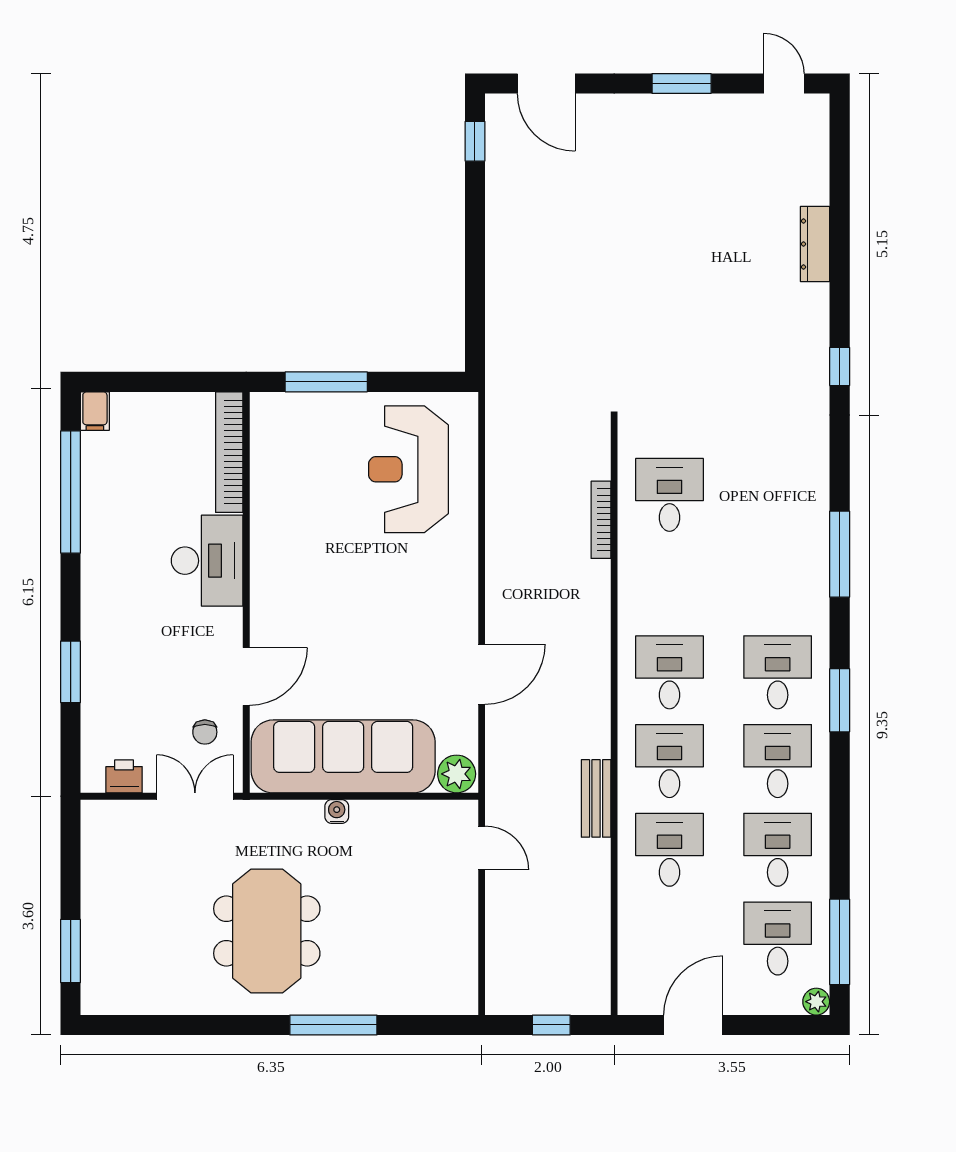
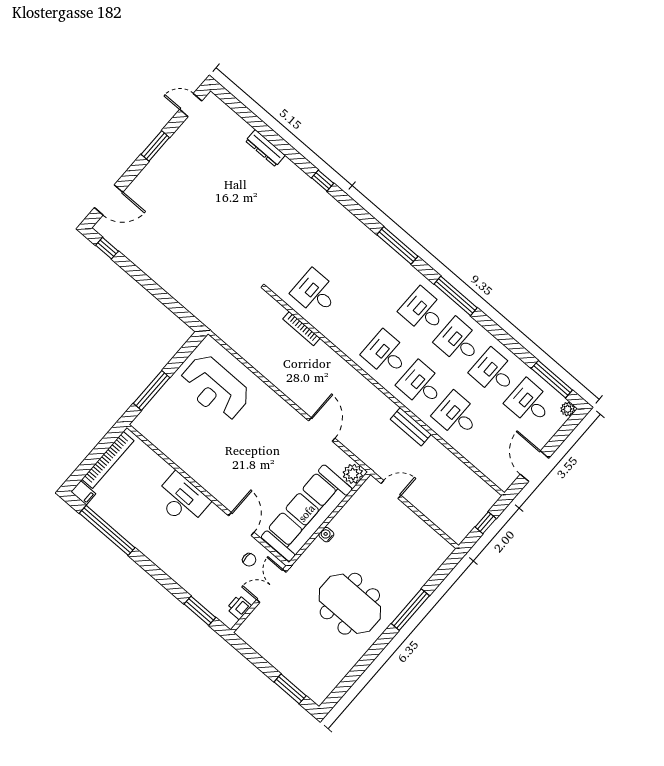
bookcase: (229, 452) -> (108, 460), moved, turned -90
window: (71, 672) -> (200, 611), moved
window: (840, 700) -> (456, 296), width x1.44

